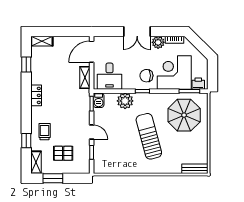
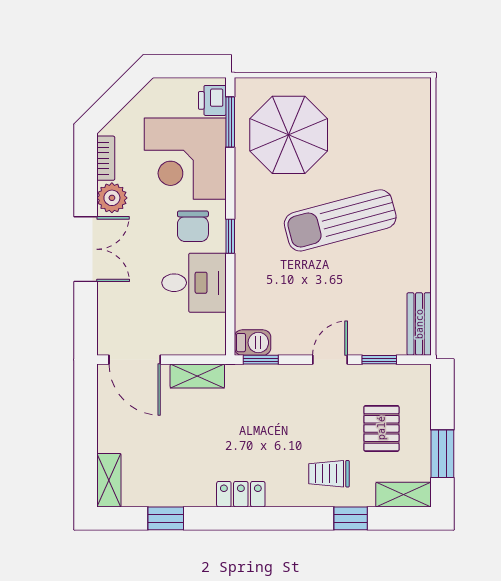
desk: (109, 76) -> (194, 283), moved
plant: (125, 101) -> (254, 278), removed
bench: (195, 169) -> (419, 324), moved

